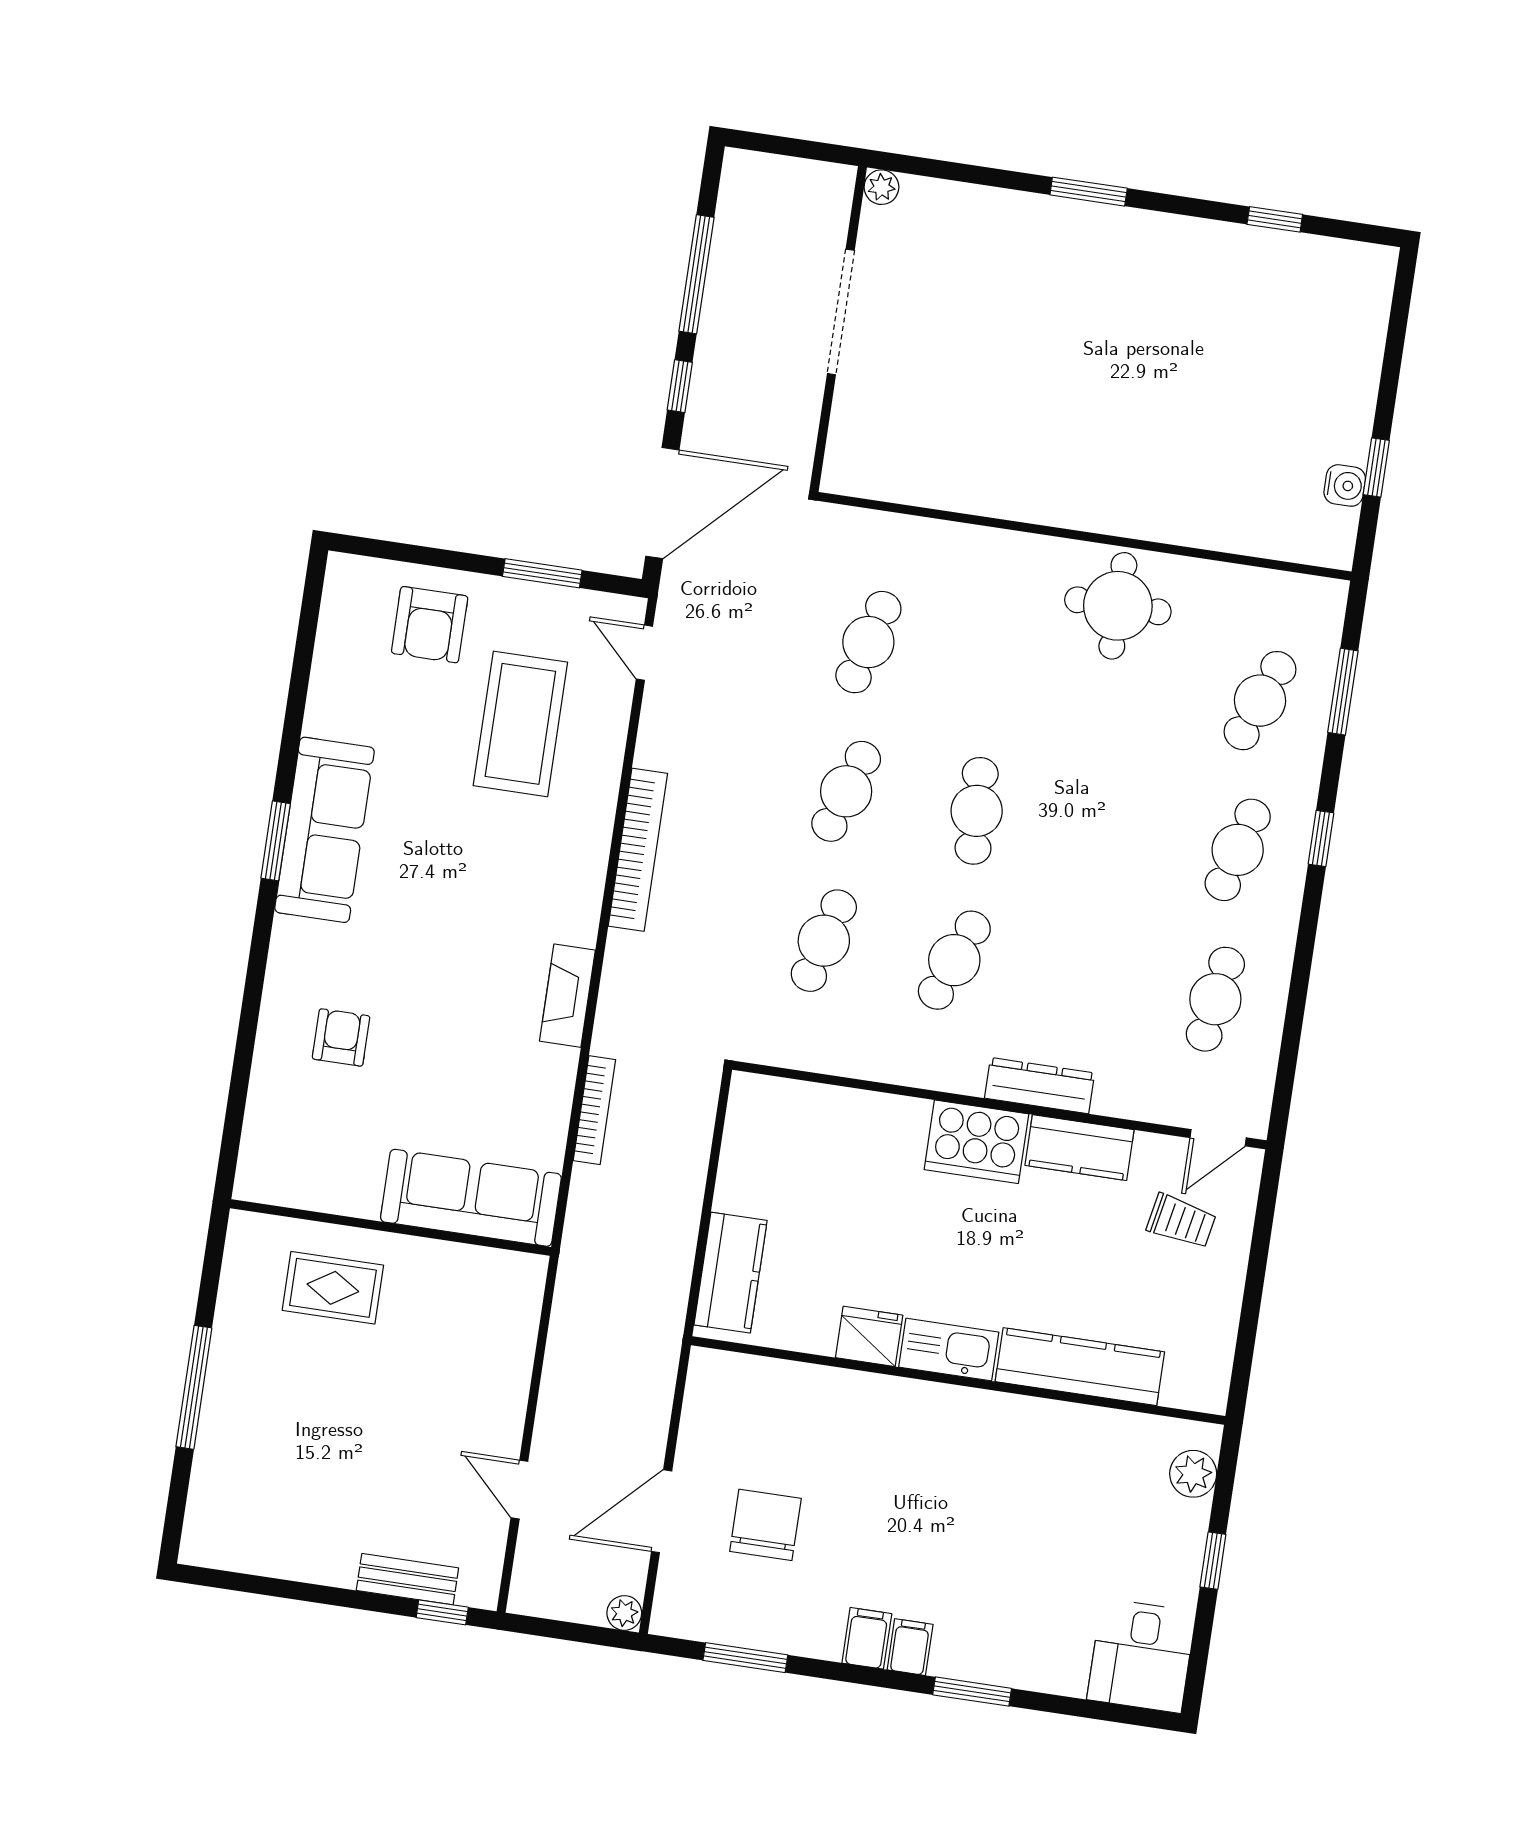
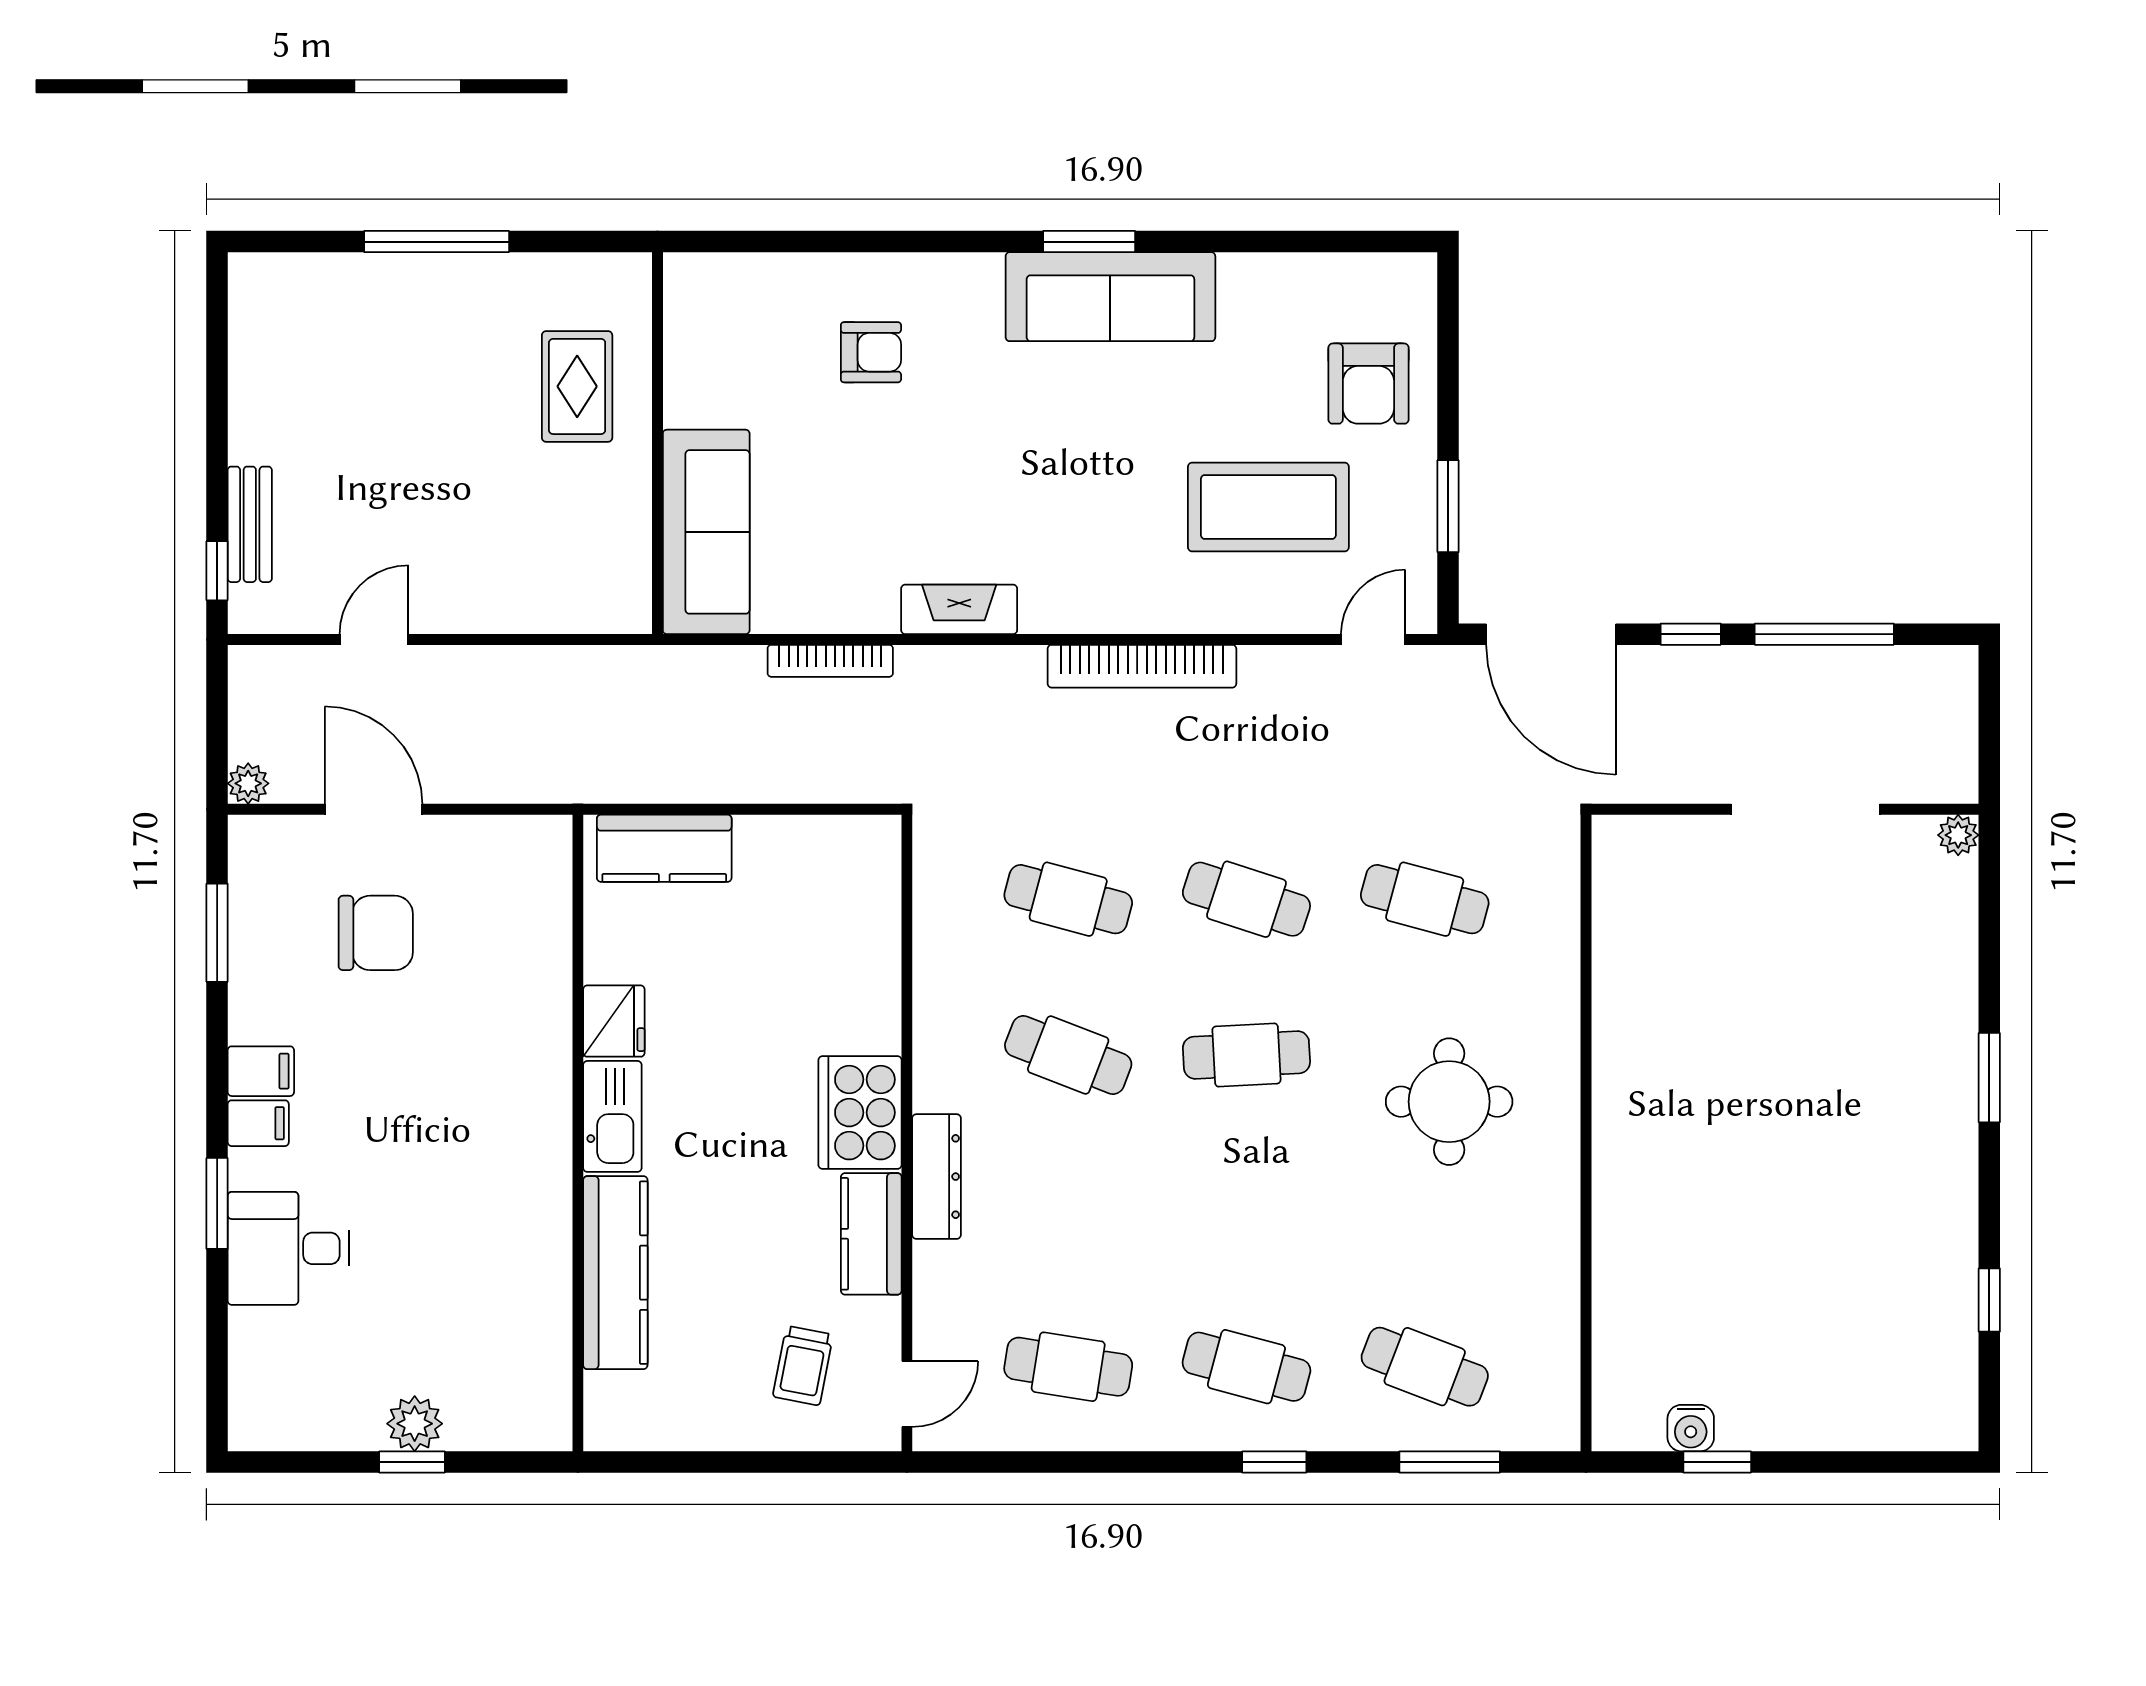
round table: (1118, 606) -> (1449, 1102), moved
armchair: (430, 625) -> (1368, 384), turned -90
door: (1218, 1138) -> (907, 1394), swing flipped
plant: (1193, 1474) -> (415, 1424), moved
desk: (1141, 1656) -> (289, 1248), moved

